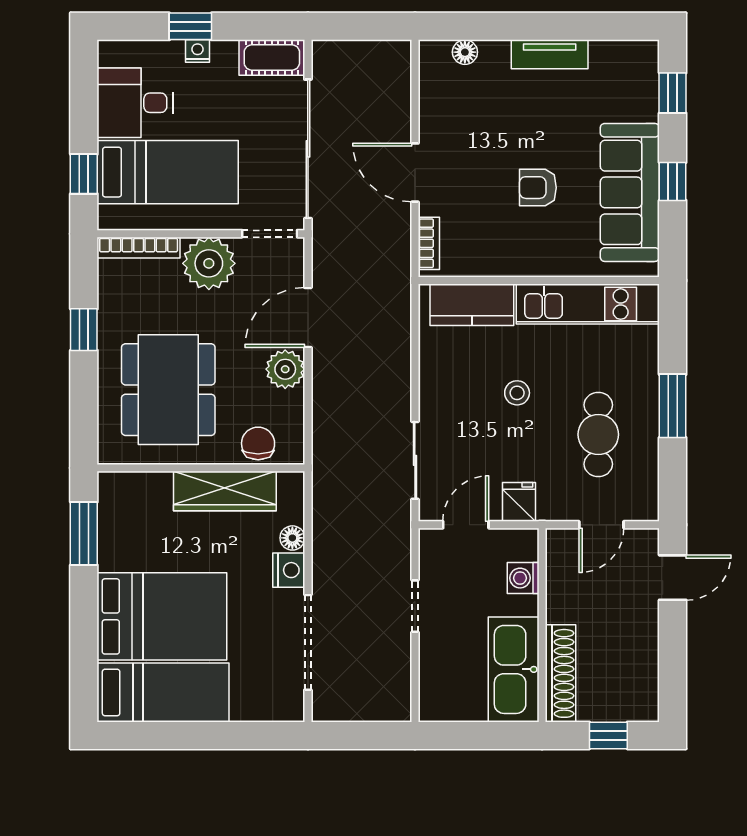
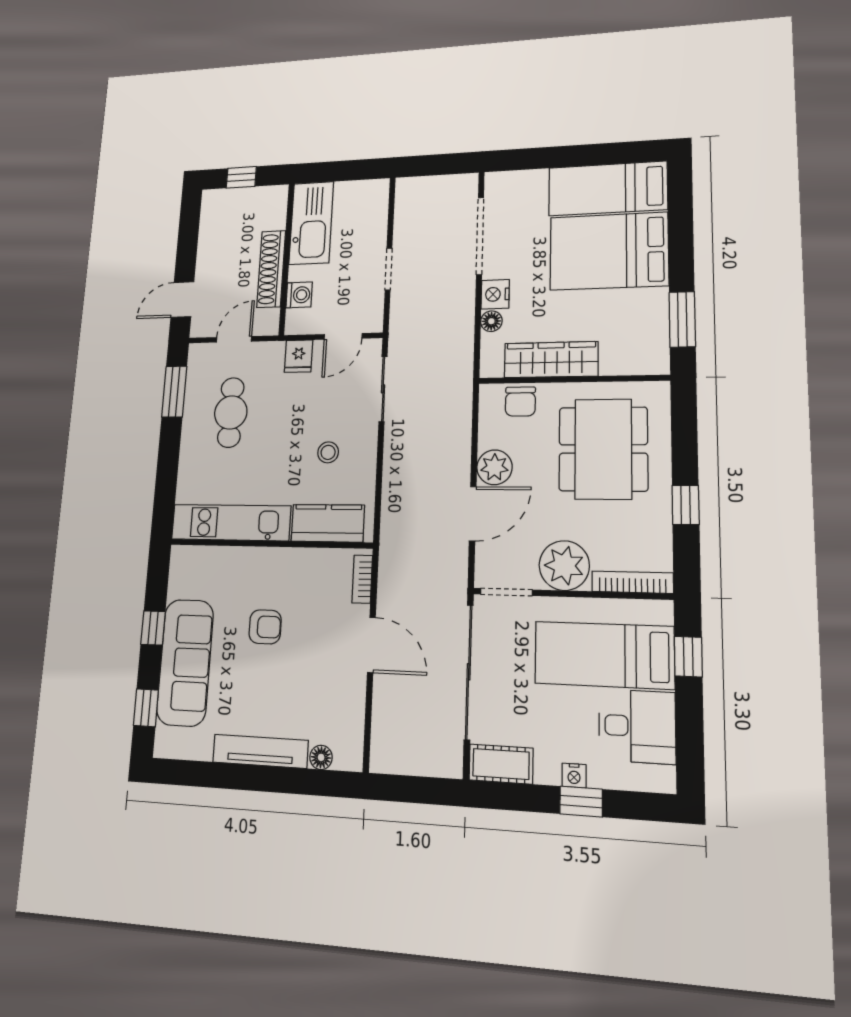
tv unit: (550, 54) -> (260, 751), width x1.41
sofa: (630, 192) -> (185, 662), moved
stool: (517, 393) -> (328, 452), moved
window: (673, 406) -> (174, 392), moved
shoe rack: (560, 673) -> (271, 269), moved

